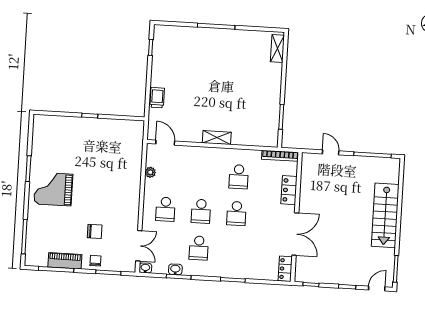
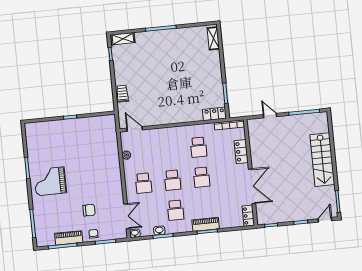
shelving: (217, 138) -> (123, 39), moved
locker: (264, 140) -> (214, 114), added
piano: (232, 271) -> (206, 224), added

